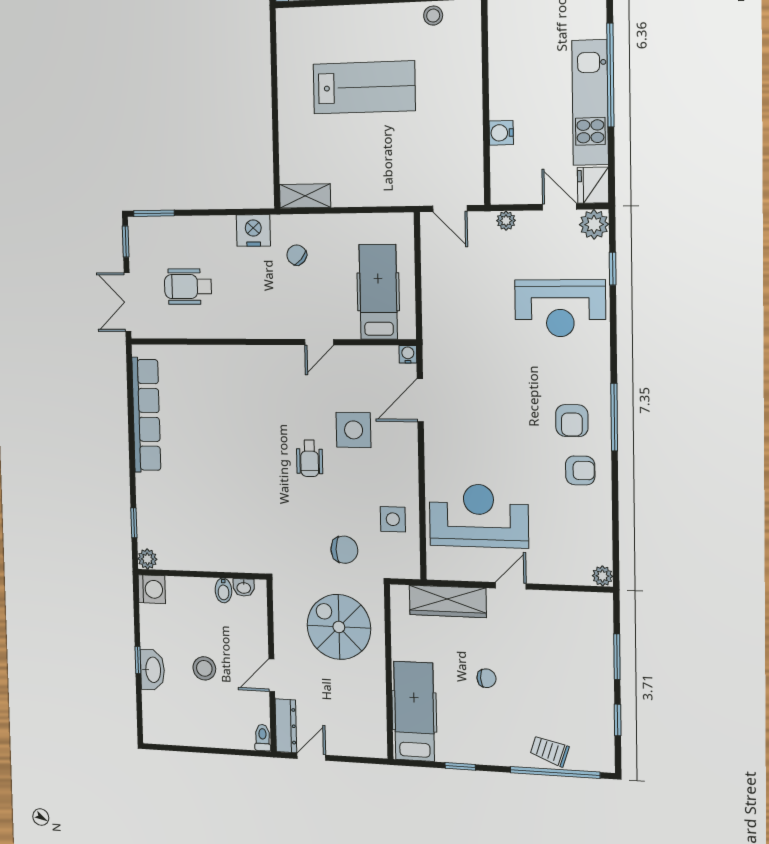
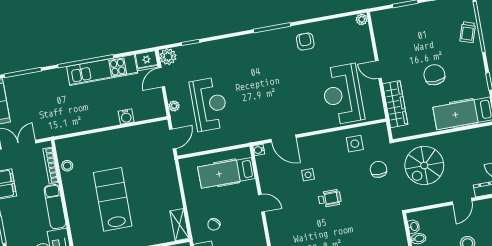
reception desk: (560, 308) -> (209, 104), moved
armchair: (572, 421) -> (278, 51), removed
side table: (354, 430) -> (308, 175), width x0.54, depth x0.54
door: (272, 675) -> (462, 201), hinge flipped
chair: (486, 678) -> (434, 75), width x1.87, depth x1.87

